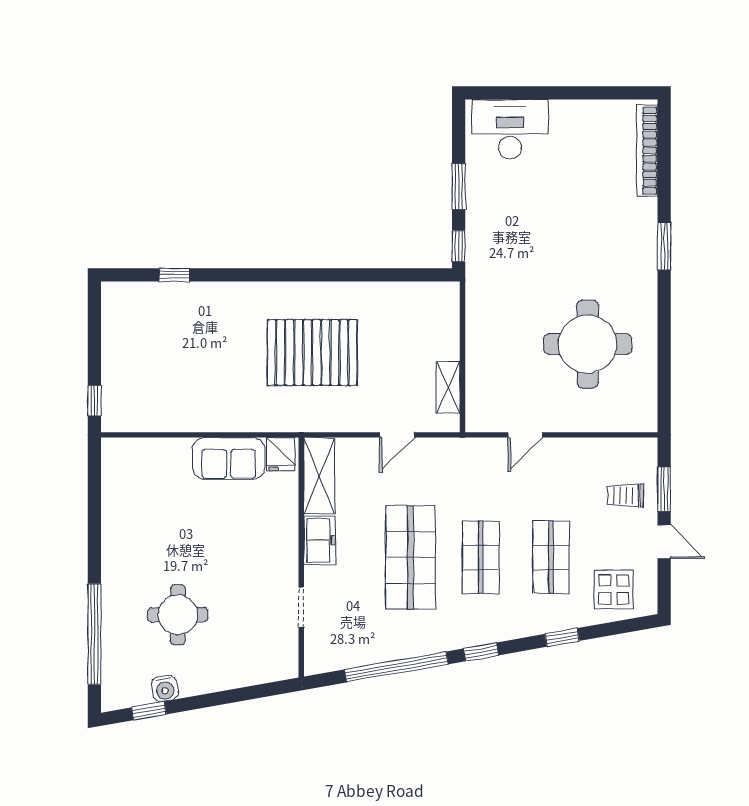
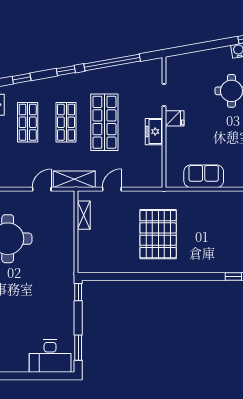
window: (459, 187) -> (78, 348), moved
pallet: (312, 352) -> (158, 234), turned 90
fridge: (281, 454) -> (175, 118), moved, turned 90
shelving: (319, 476) -> (74, 179), moved, turned 90

